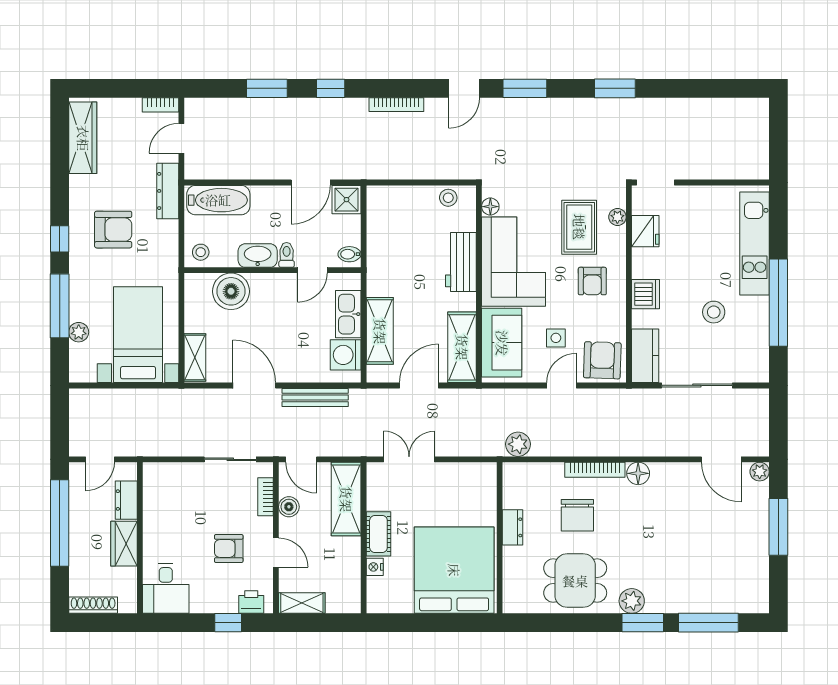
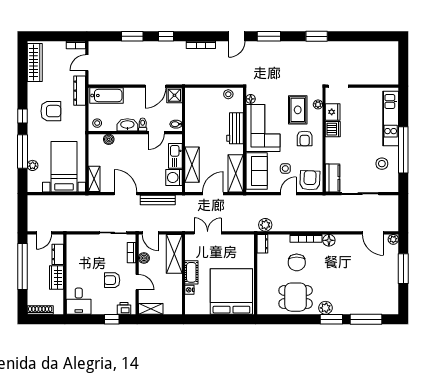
boiler: (231, 291) -> (109, 139), width x0.54, depth x0.54
dishwasher: (645, 294) -> (333, 129), moved
stool: (714, 312) -> (382, 164), moved
dresser: (512, 527) -> (262, 244), moved

